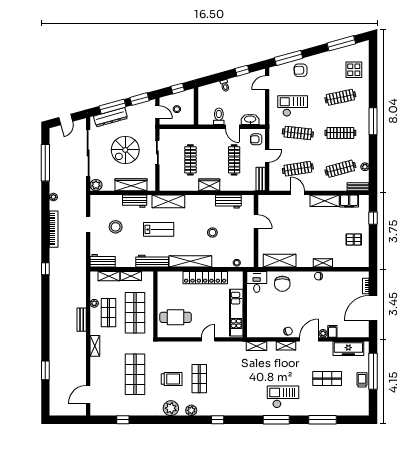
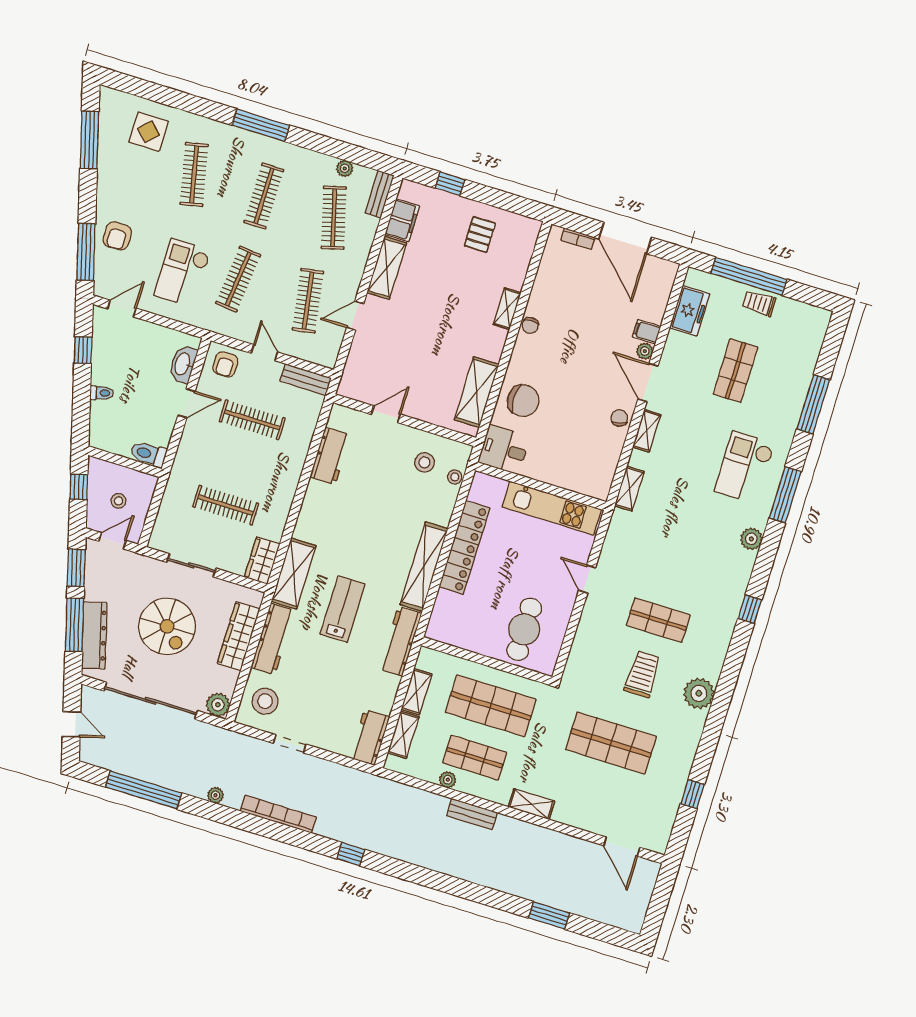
door: (267, 83) -> (122, 309), swing flipped
toilet: (219, 116) -> (149, 454), moved
wardrobe: (209, 185) -> (262, 561), moved
workbench: (135, 201) -> (273, 639), width x1.38
stool: (116, 227) -> (265, 701), moved
stool: (212, 233) -> (424, 462), moved
freezer: (348, 349) -> (690, 311), width x0.71
plant: (191, 410) -> (751, 539), moved

